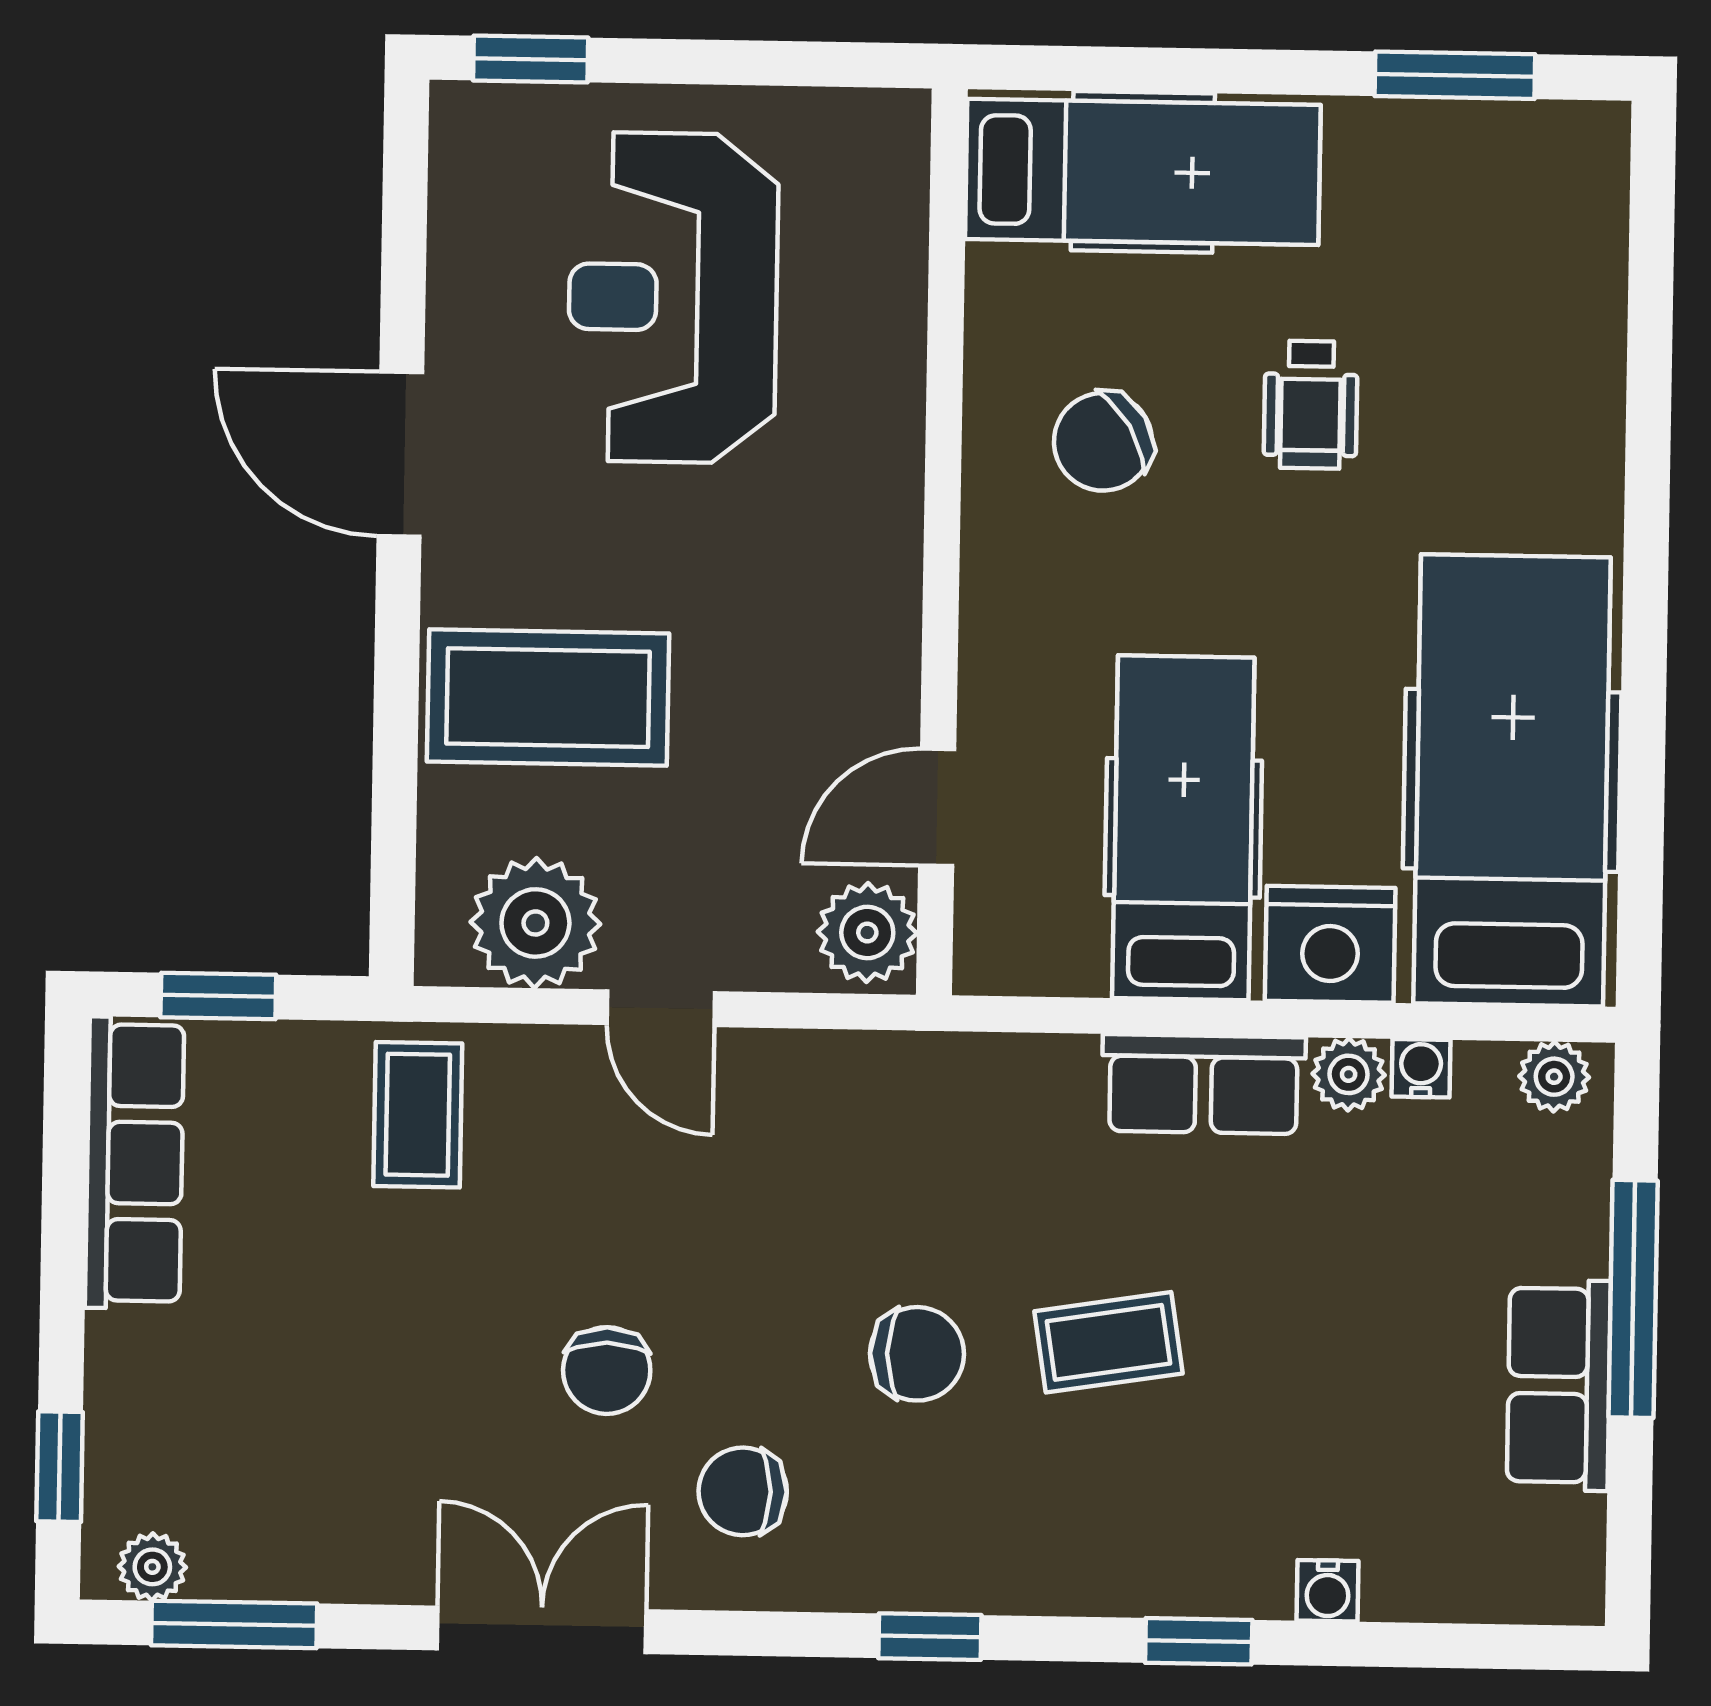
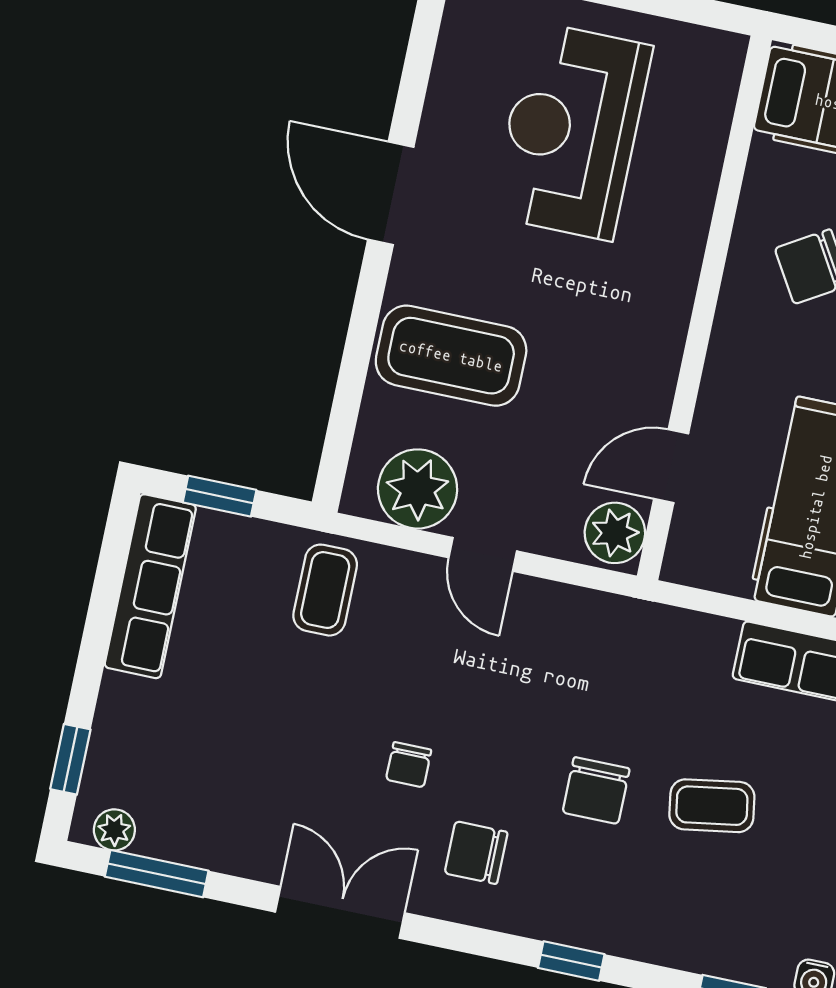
chair: (917, 1354) -> (596, 791), turned 90
chair: (607, 1371) -> (409, 765), width x0.73, depth x0.73

